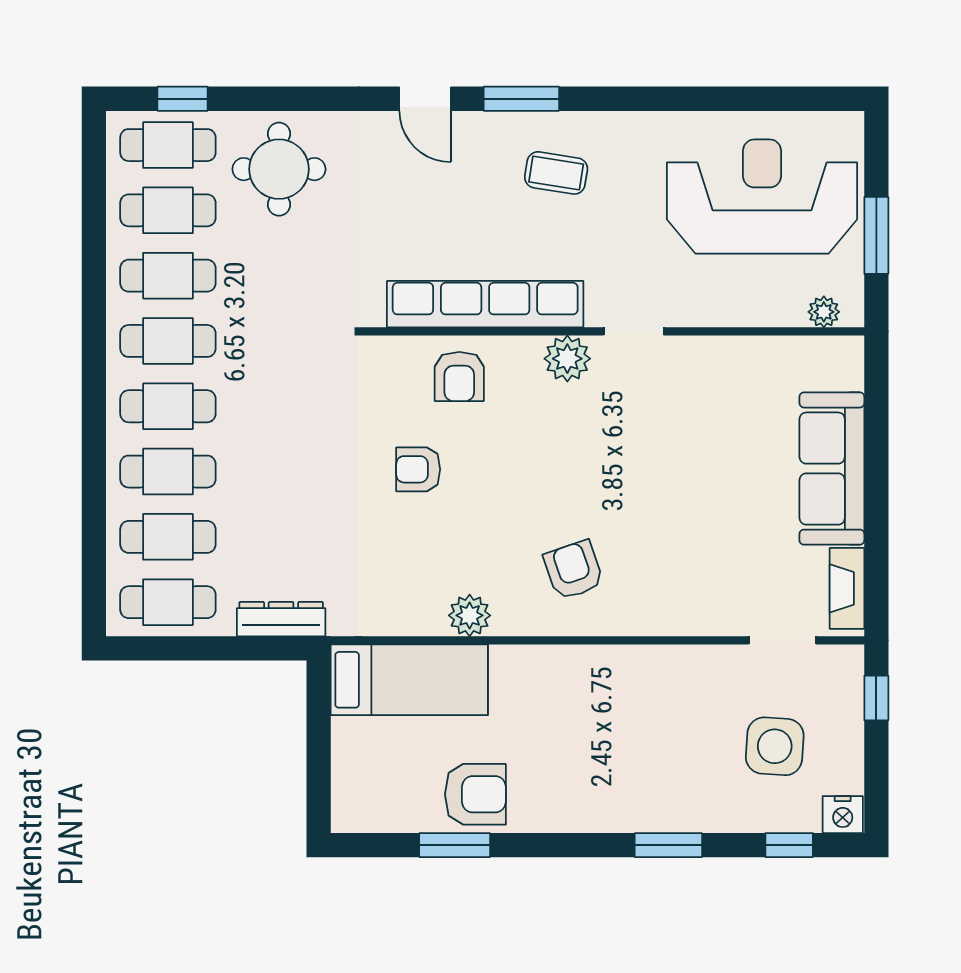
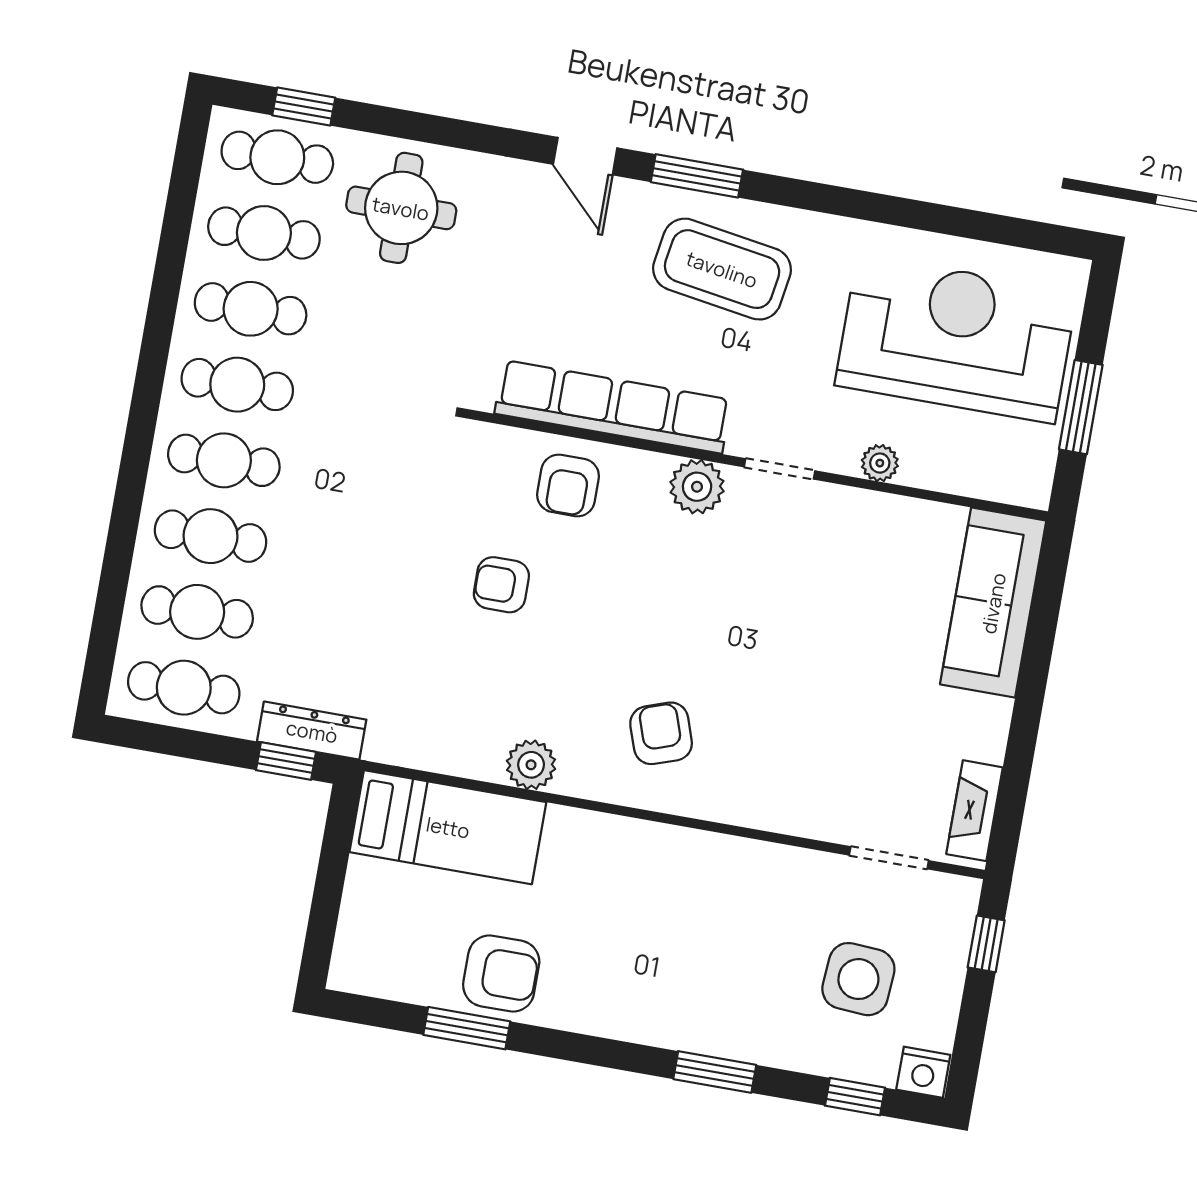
coffee table: (556, 173) -> (722, 269), width x1.86, depth x1.72
plant: (824, 312) -> (880, 463), moved
sofa: (832, 469) -> (993, 603), moved
window: (264, 648) -> (286, 761), added

